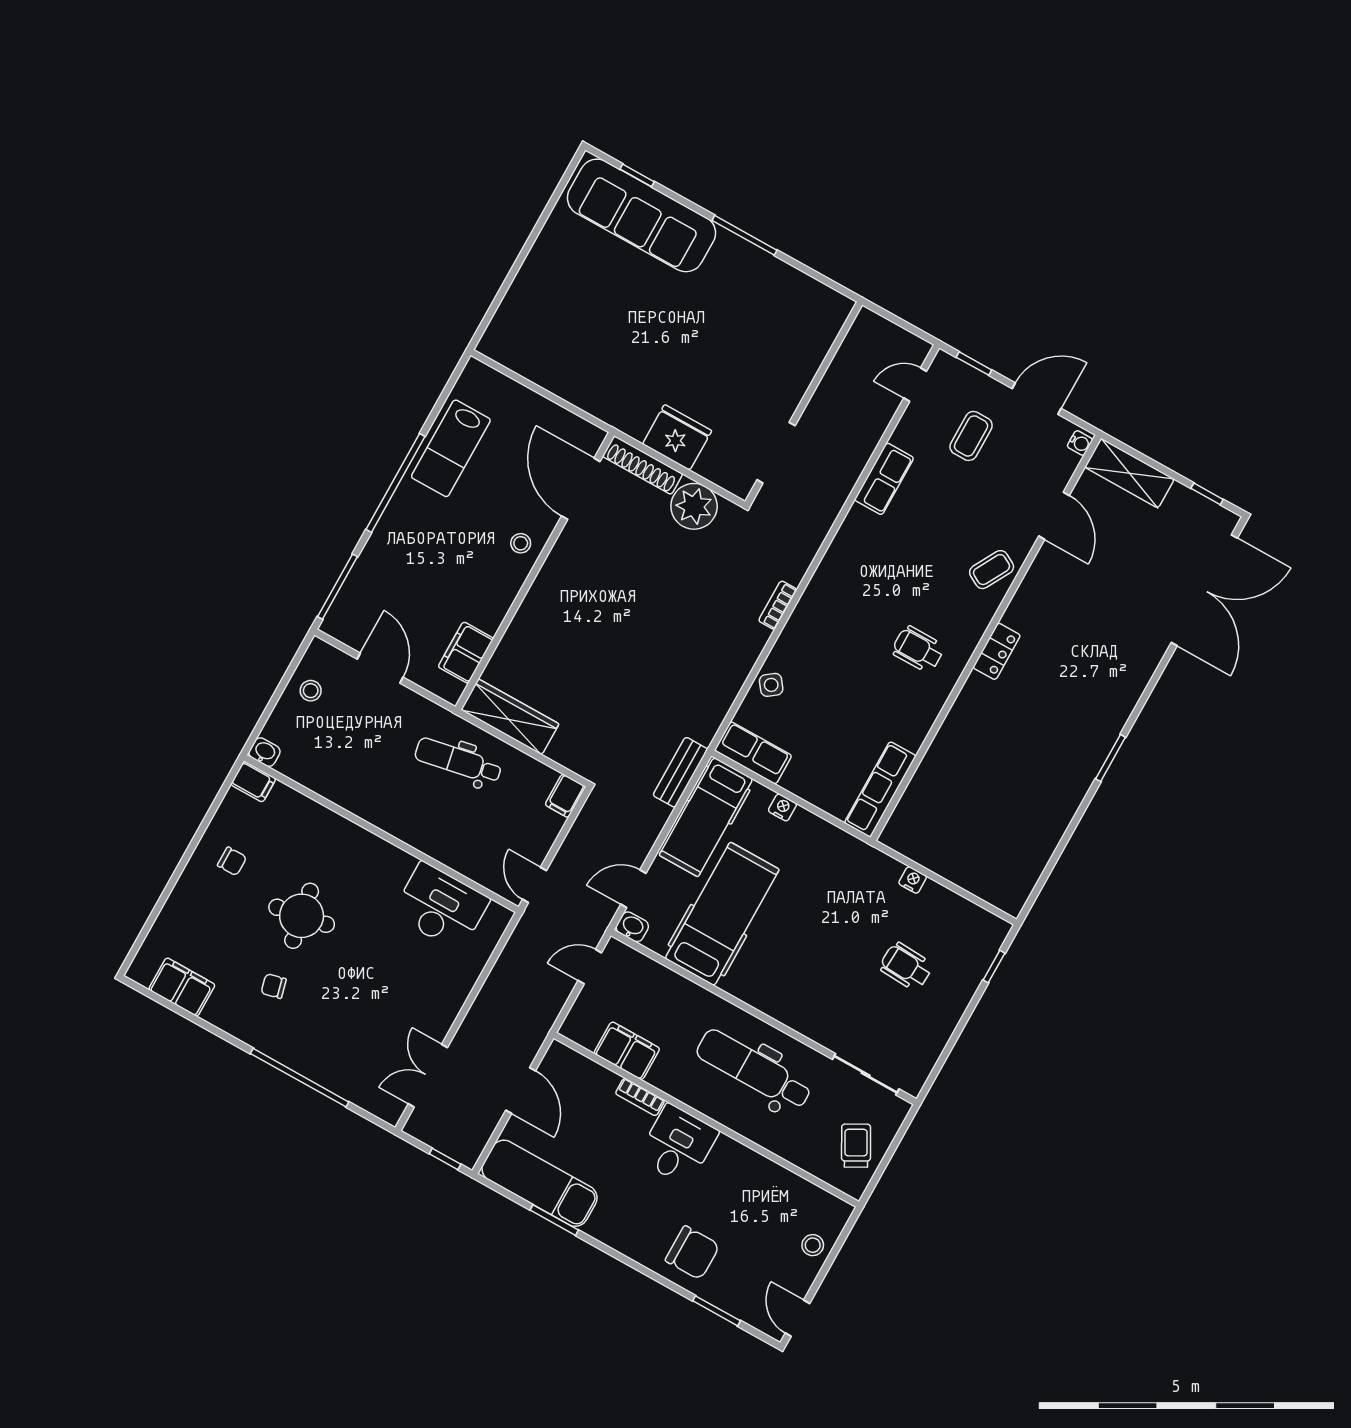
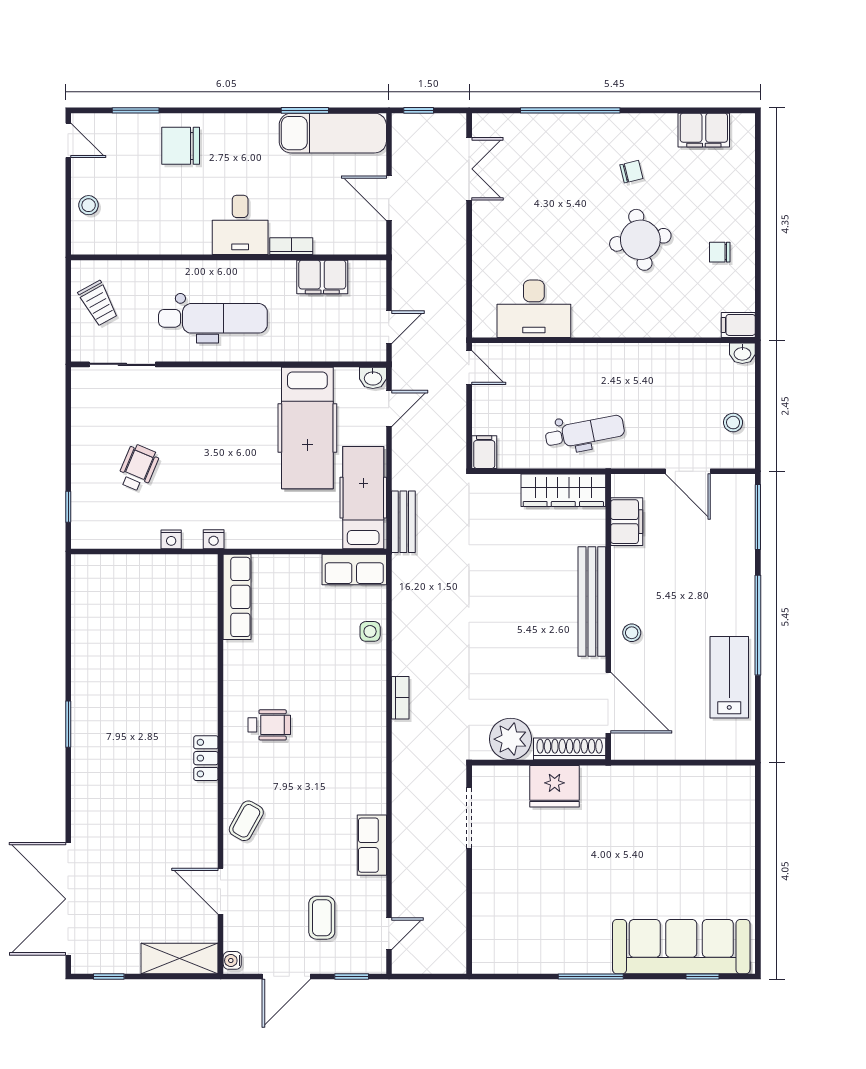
bench: (542, 595) -> (592, 602), added
side table: (771, 685) -> (370, 631), turned 37
nightstand: (782, 807) -> (214, 539), moved
wheelchair: (906, 966) -> (138, 468), turned -70

